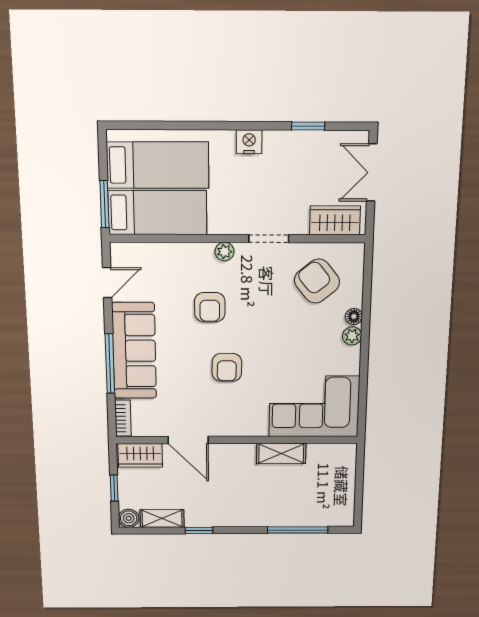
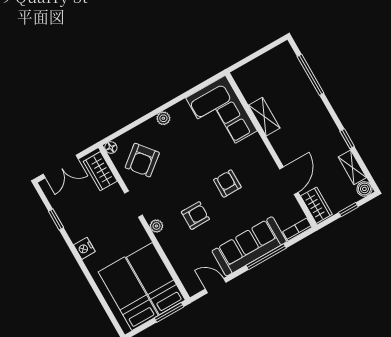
floor lamp: (354, 316) -> (111, 148), moved
armchair: (227, 367) -> (227, 184), turned -91

